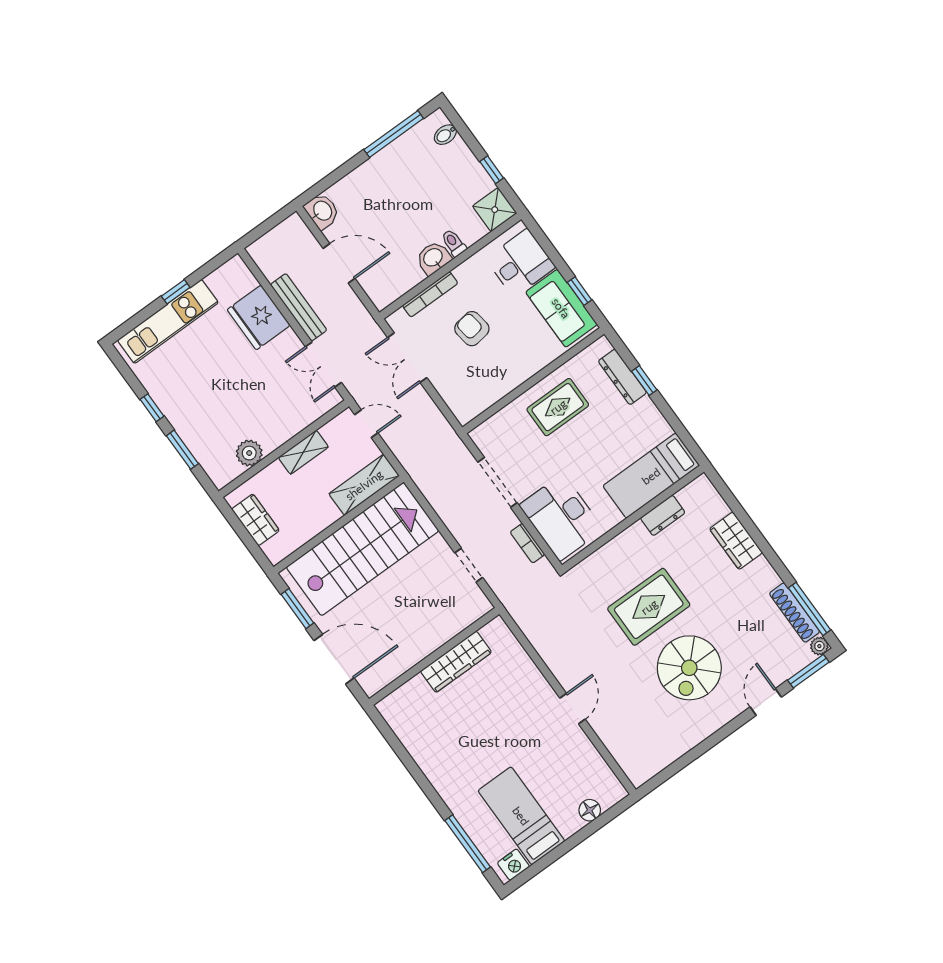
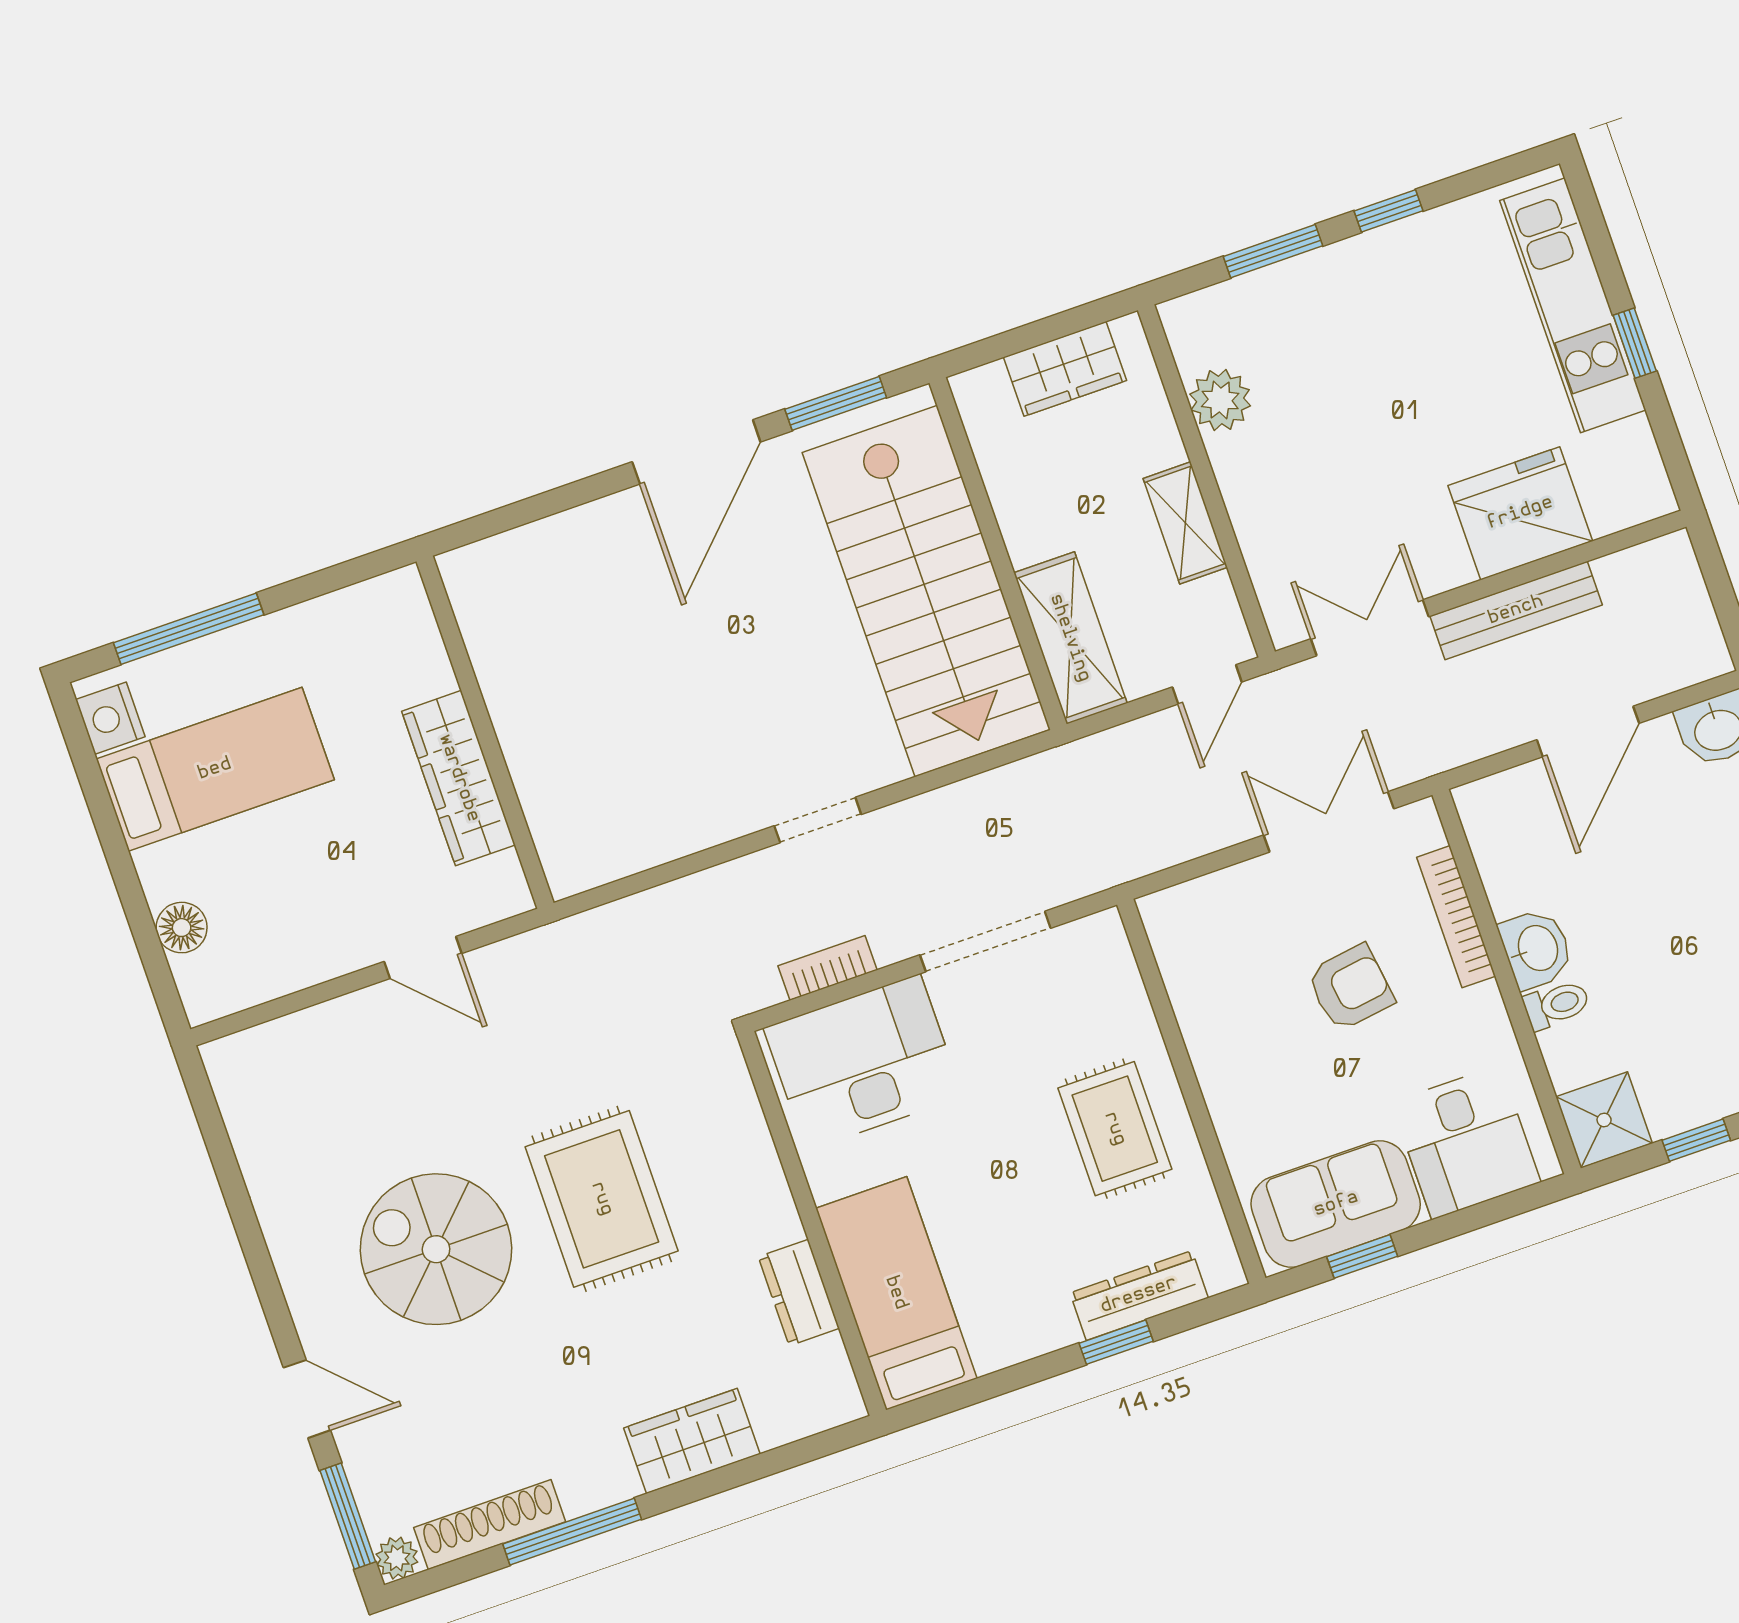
window: (810, 609) -> (572, 1532), moved
wall: (434, 656) -> (485, 732), moved
wardrobe: (456, 662) -> (459, 778), moved

